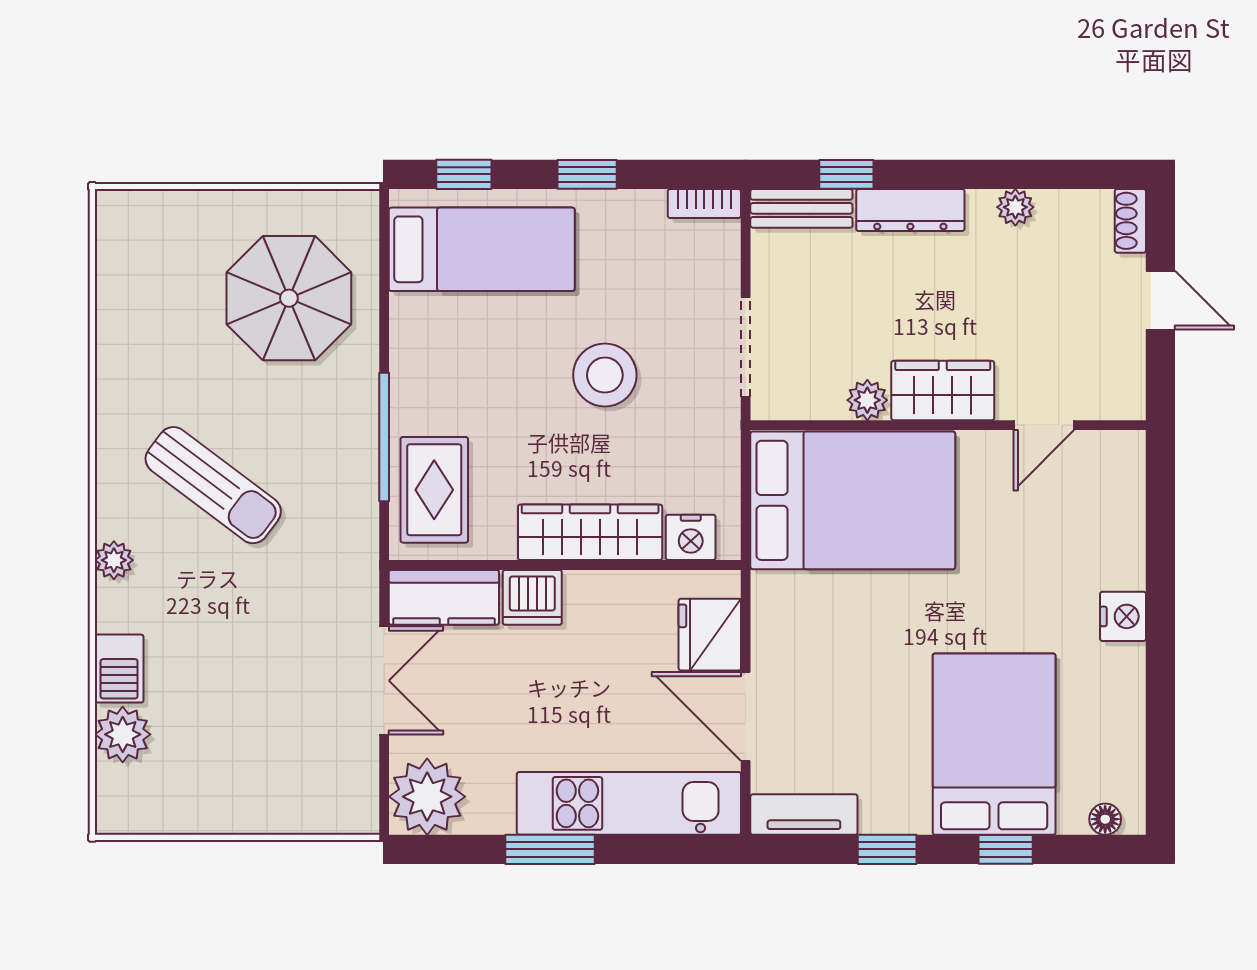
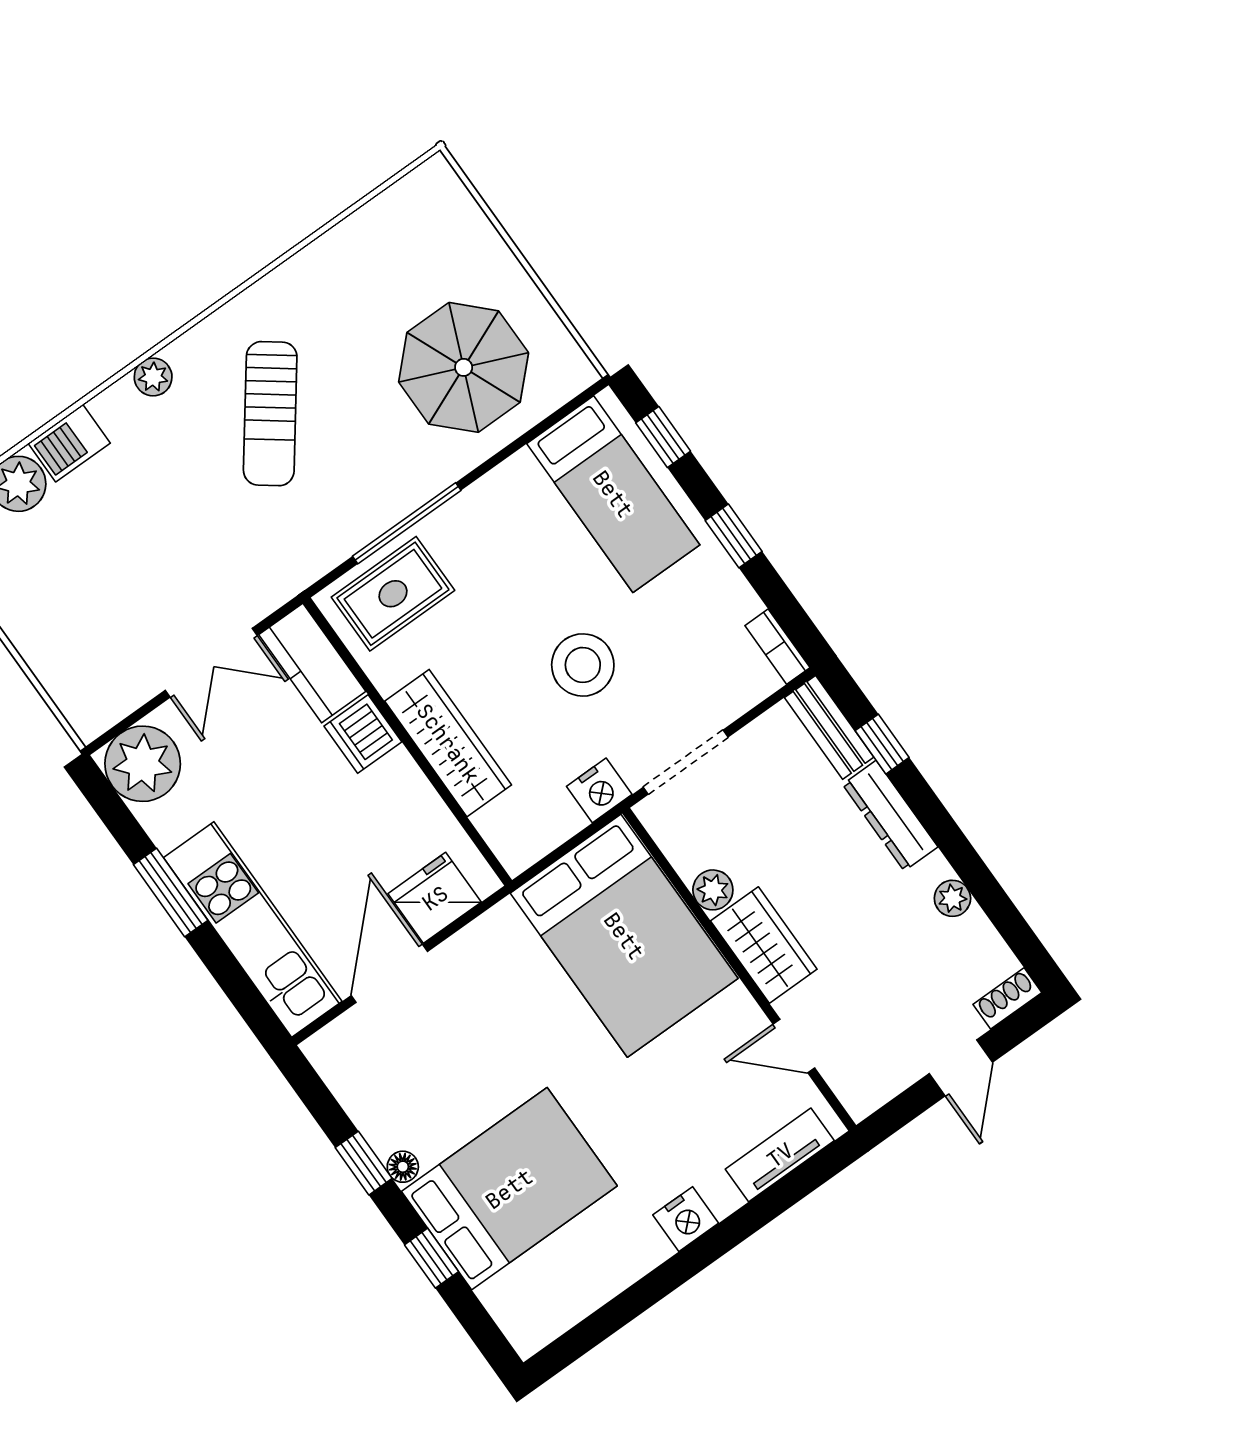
nightstand: (691, 537) -> (599, 790), moved, turned -90
tv unit: (804, 815) -> (780, 1155), moved, turned -90
floor lamp: (1105, 819) -> (403, 1167), moved

